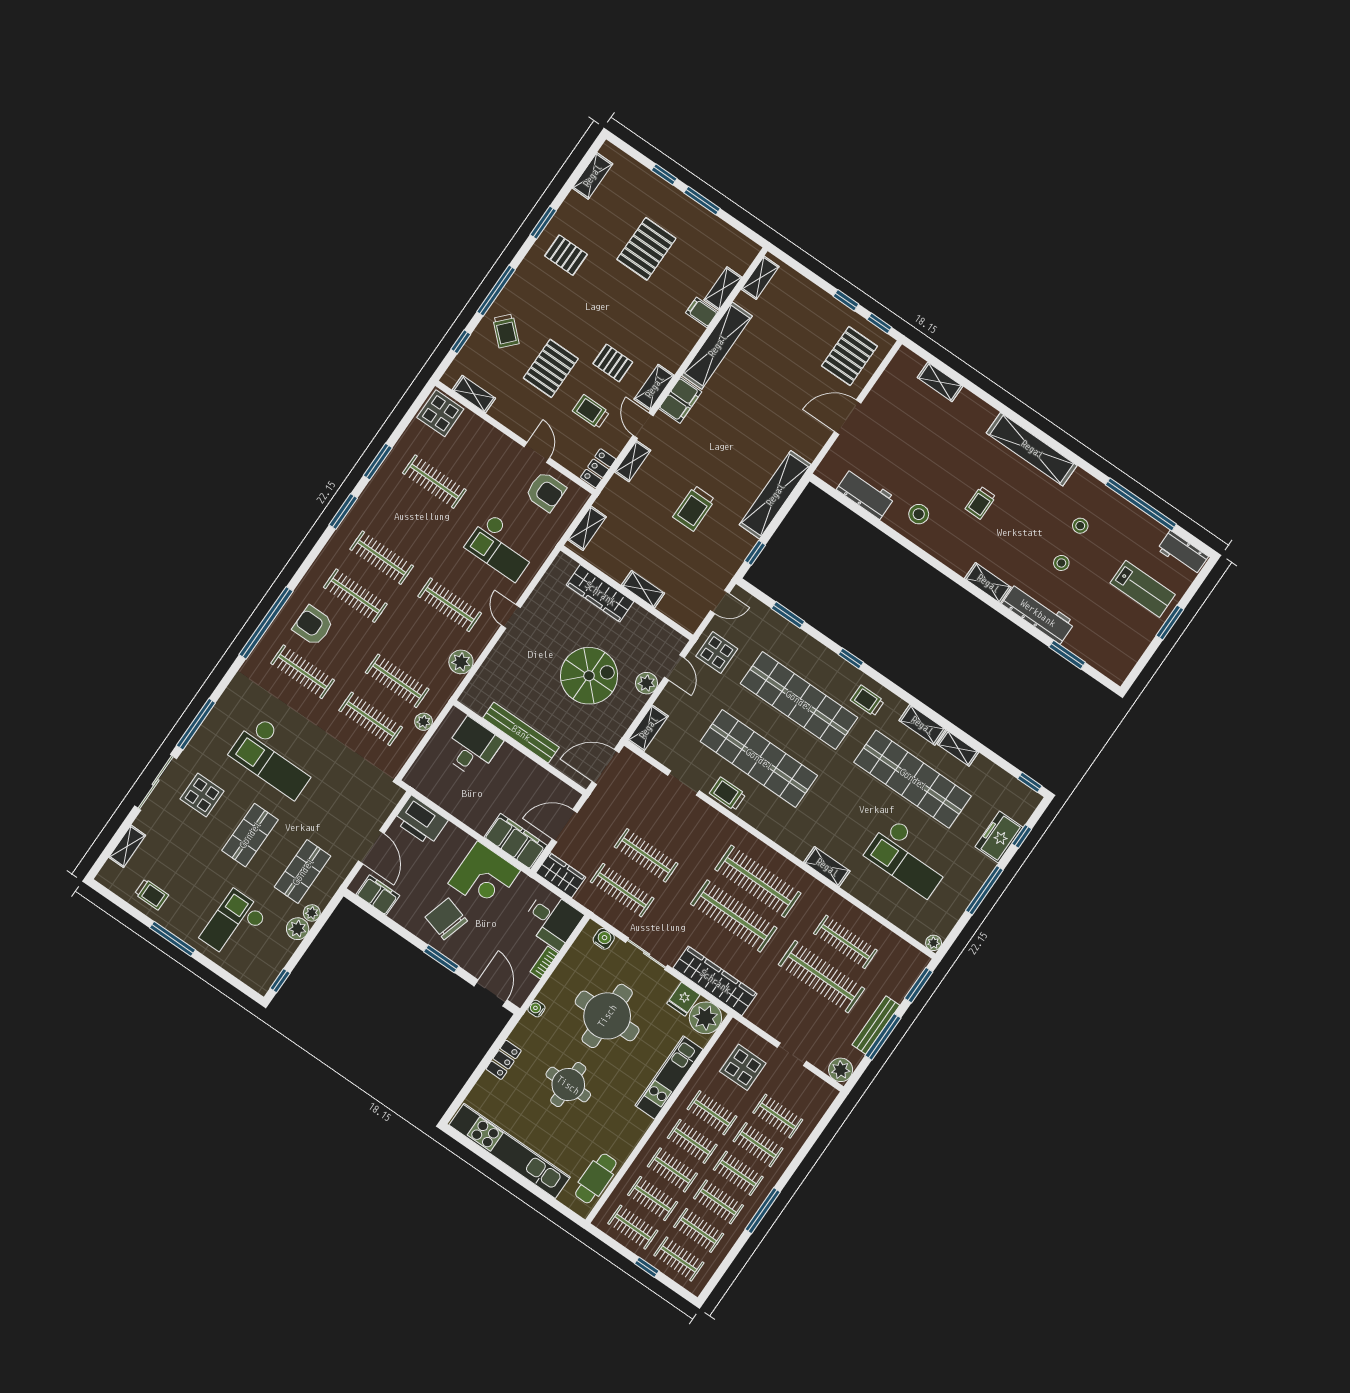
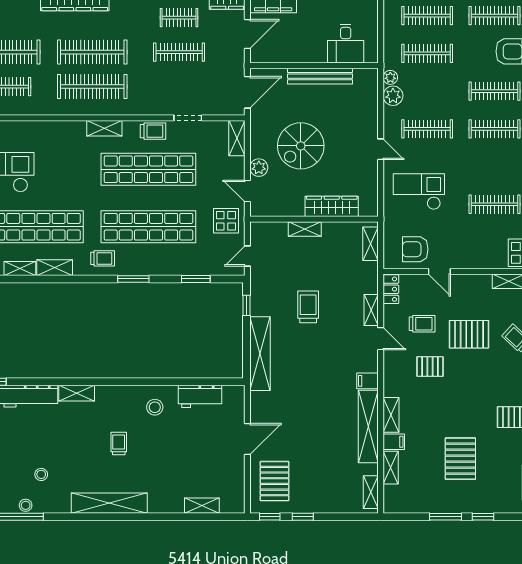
pallet: (551, 368) -> (469, 334), turned 90
shelving: (654, 387) -> (391, 415), moved
filing cabinet: (680, 400) -> (368, 381), width x0.50
stool: (1061, 563) -> (26, 505), moved
window: (851, 658) -> (133, 279), width x1.50
plant: (424, 722) -> (390, 77), moved
shelving: (827, 867) -> (104, 128), moved
clothes rail: (622, 890) -> (179, 18), width x0.73

